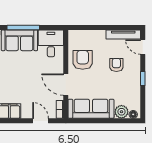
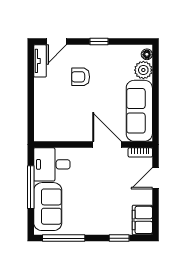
window: (23, 28) -> (31, 187), moved
tv unit: (123, 35) -> (40, 61), width x0.71
armchair: (83, 60) -> (74, 122), removed
door: (66, 85) -> (107, 144), swing flipped

